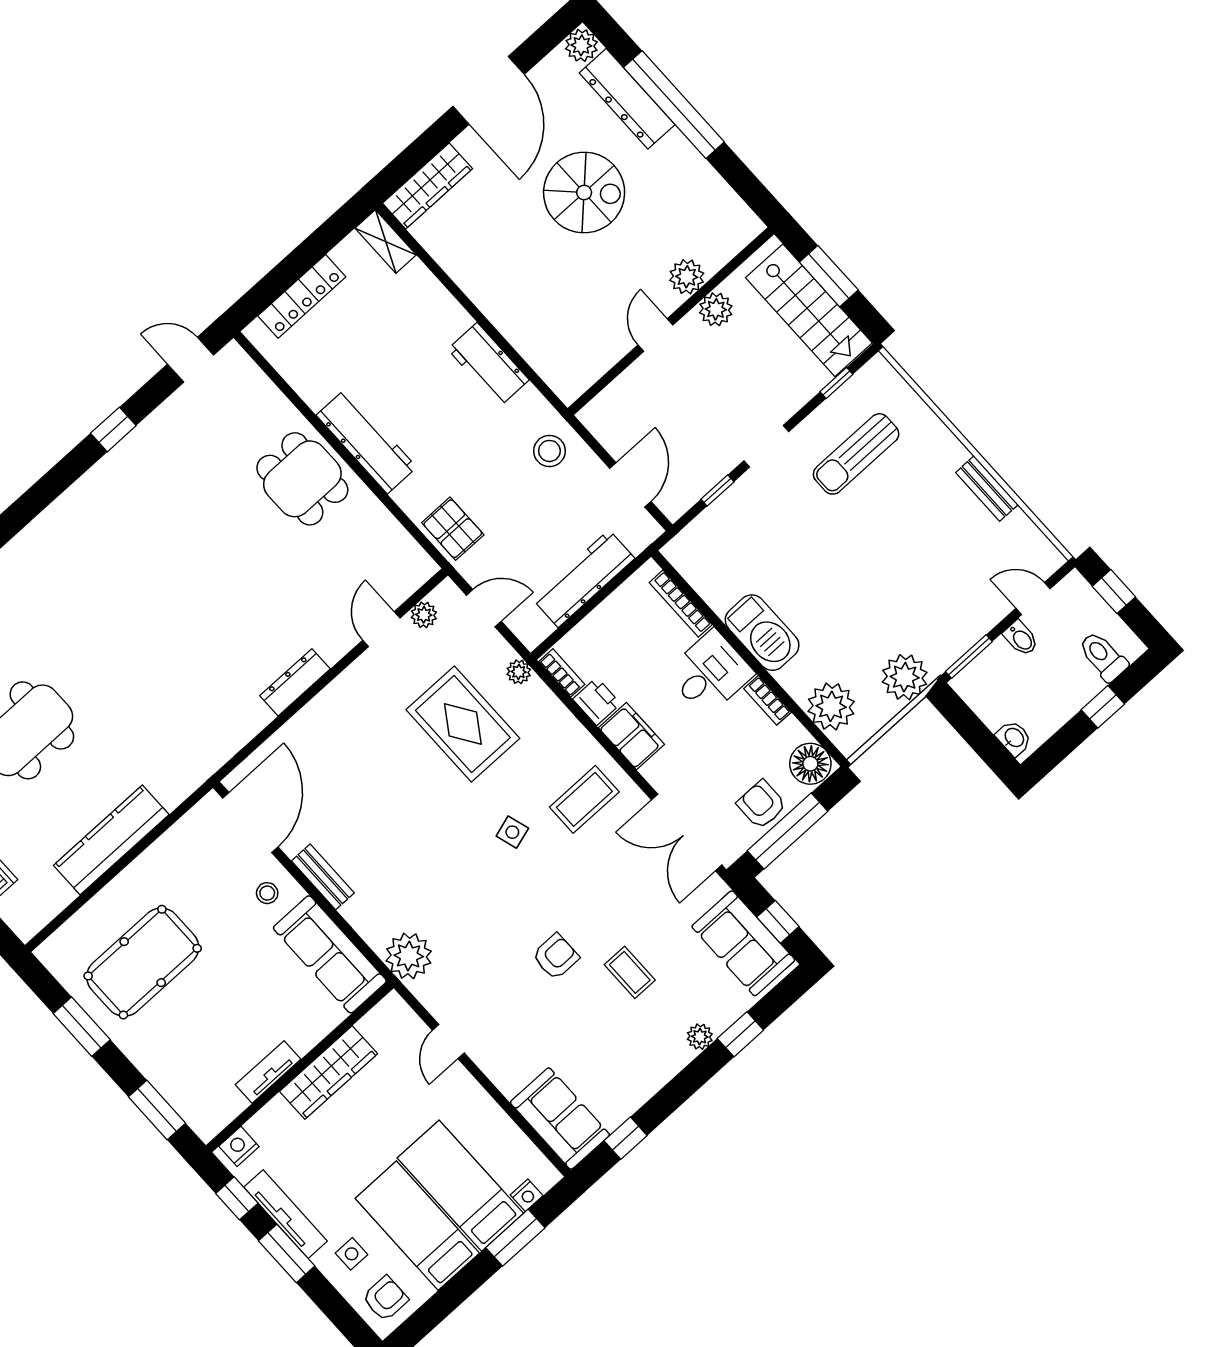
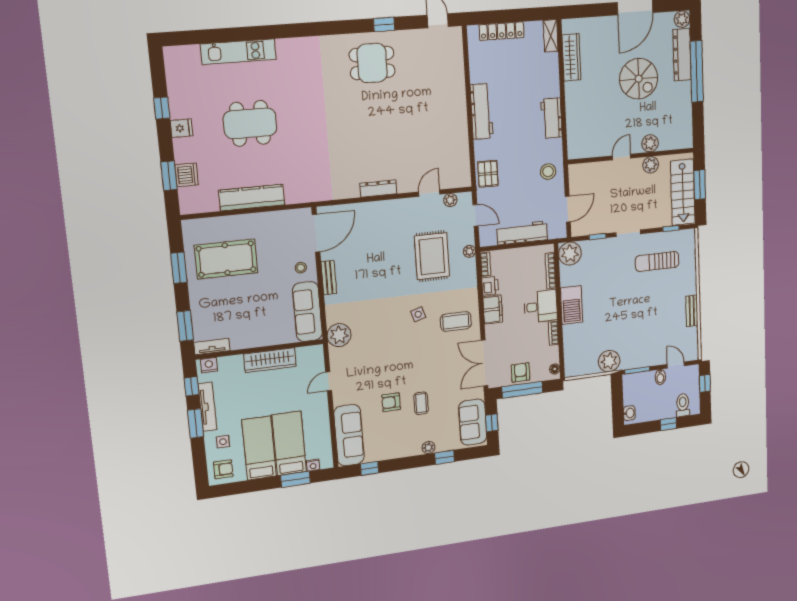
wardrobe: (427, 186) -> (571, 57), moved, turned -90
dining table: (302, 479) -> (372, 63), moved, turned 90
plant: (831, 706) -> (570, 254), moved
floor lamp: (810, 764) -> (555, 369), width x0.53, depth x0.53
armchair: (556, 956) -> (391, 402), moved, turned 180
tv unit: (268, 1072) -> (212, 347), moved
sofa: (560, 1119) -> (349, 435), width x1.36

